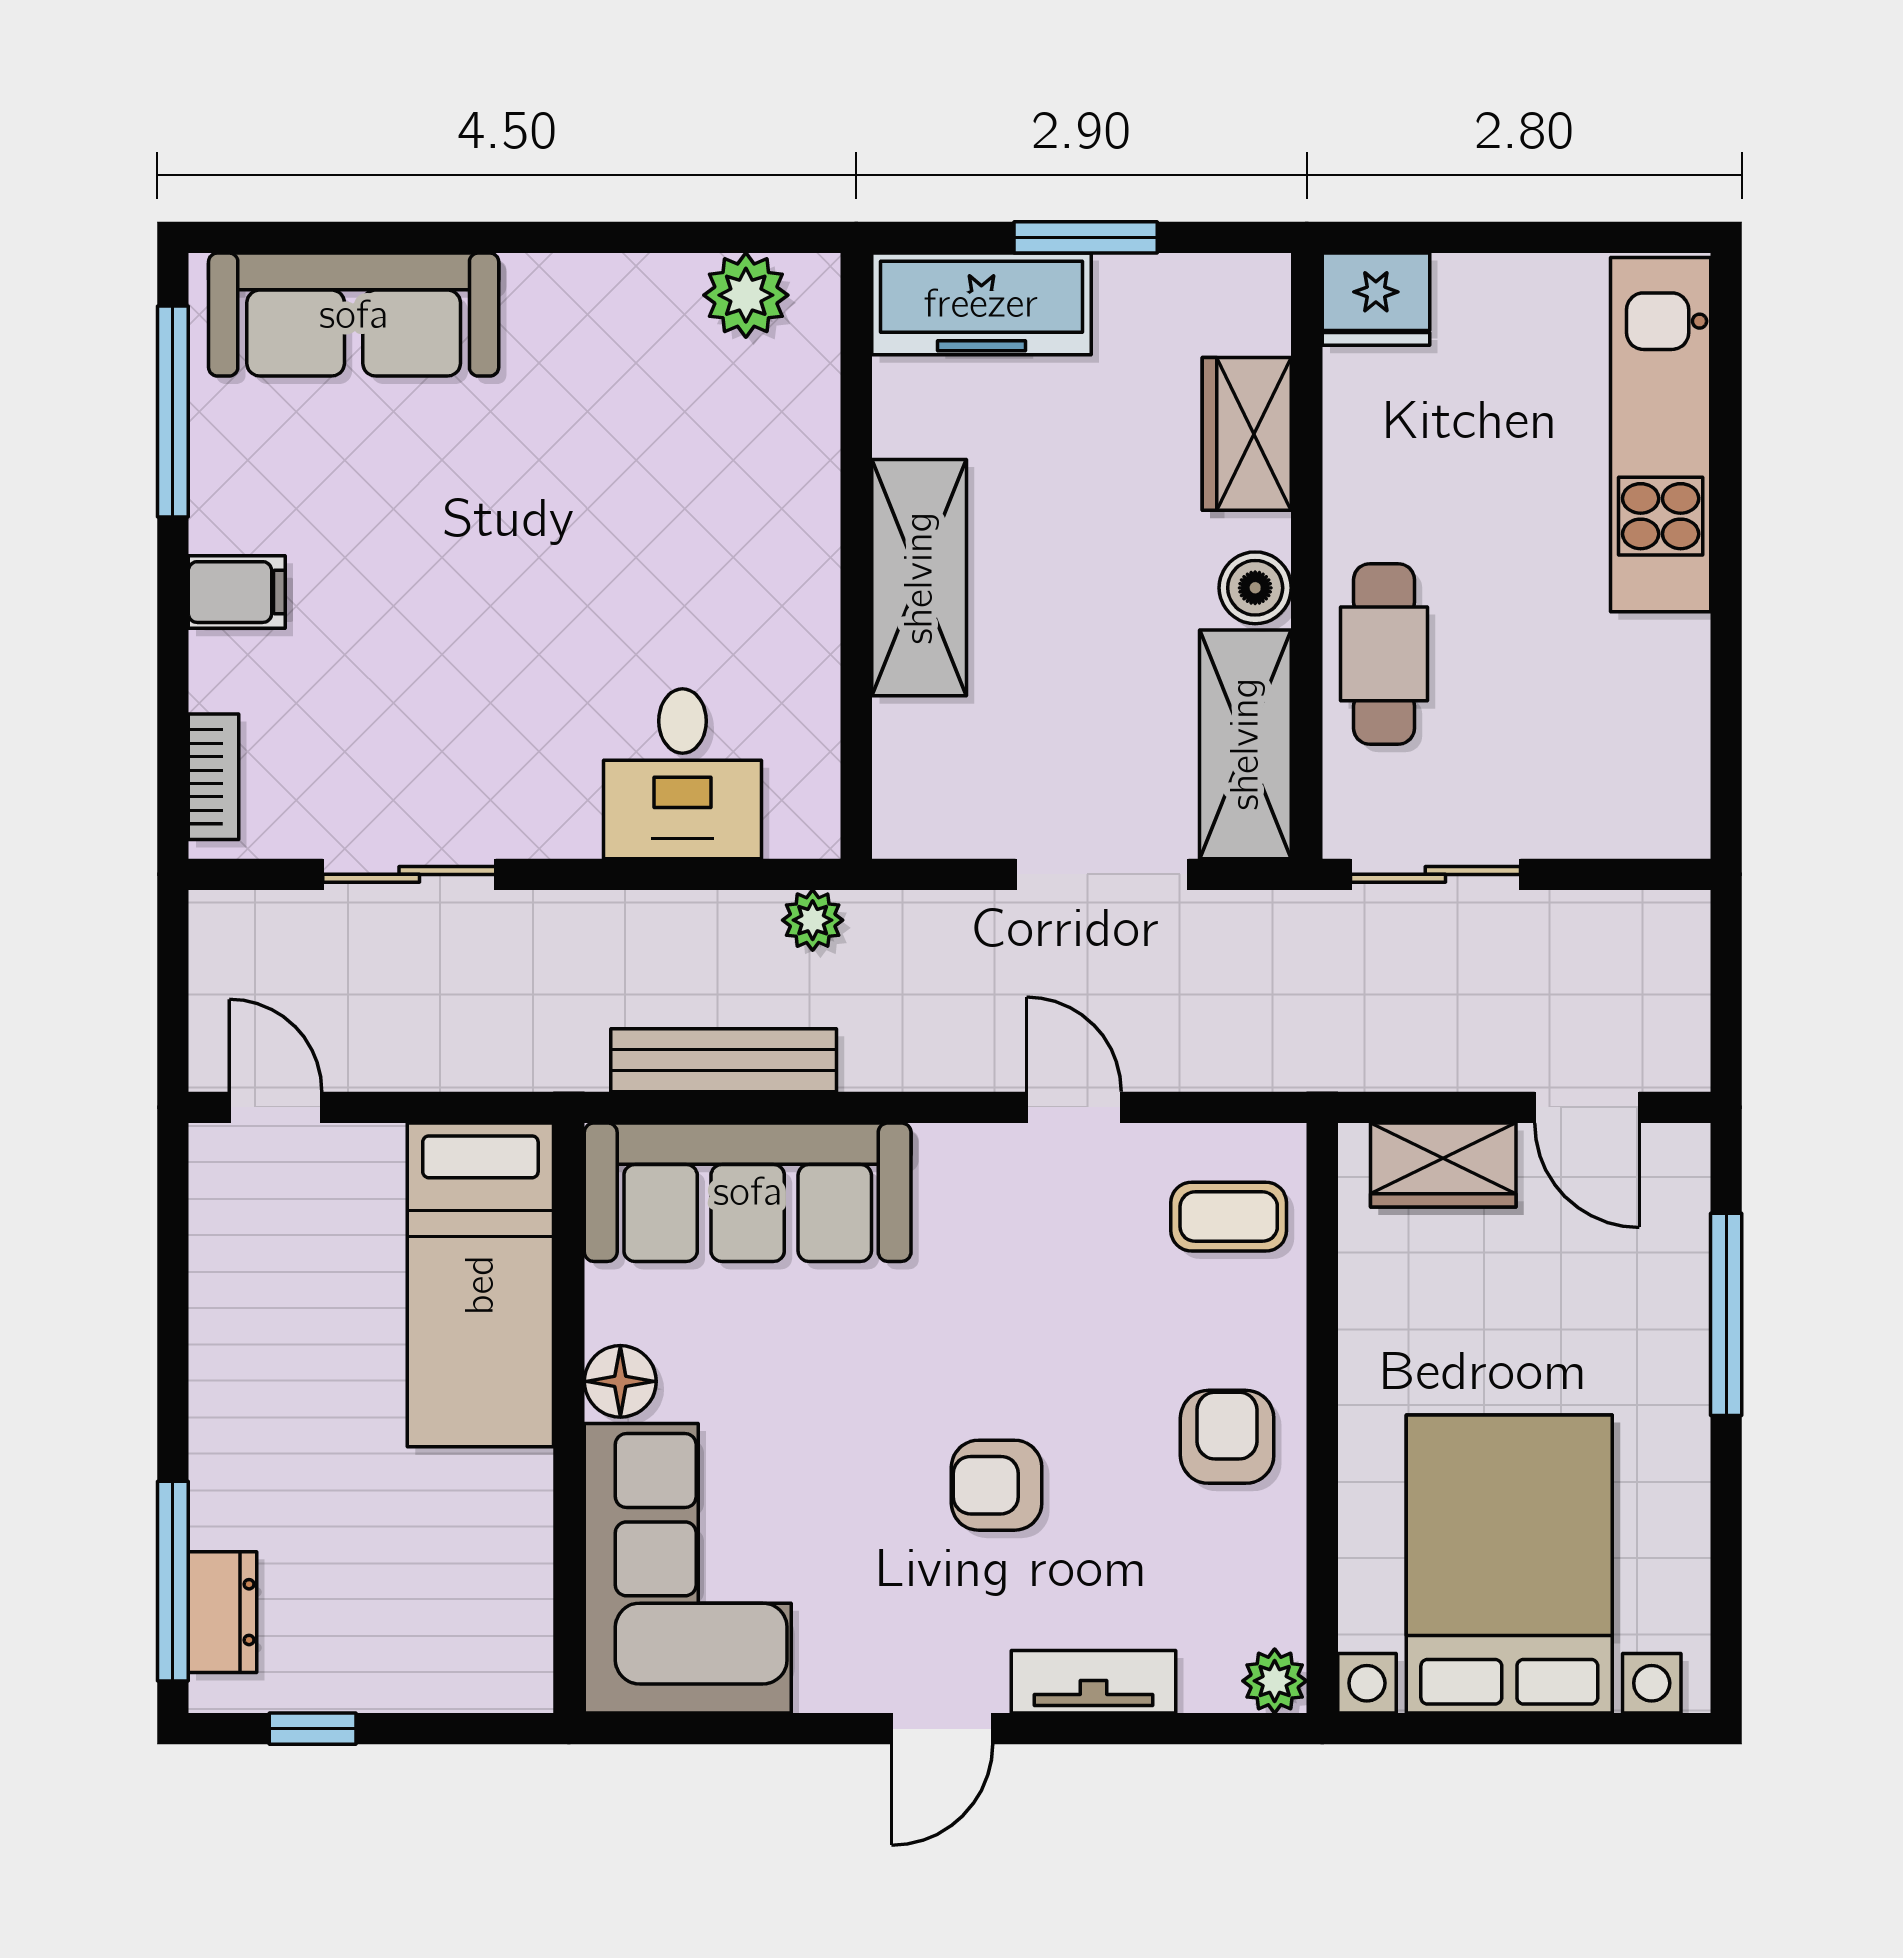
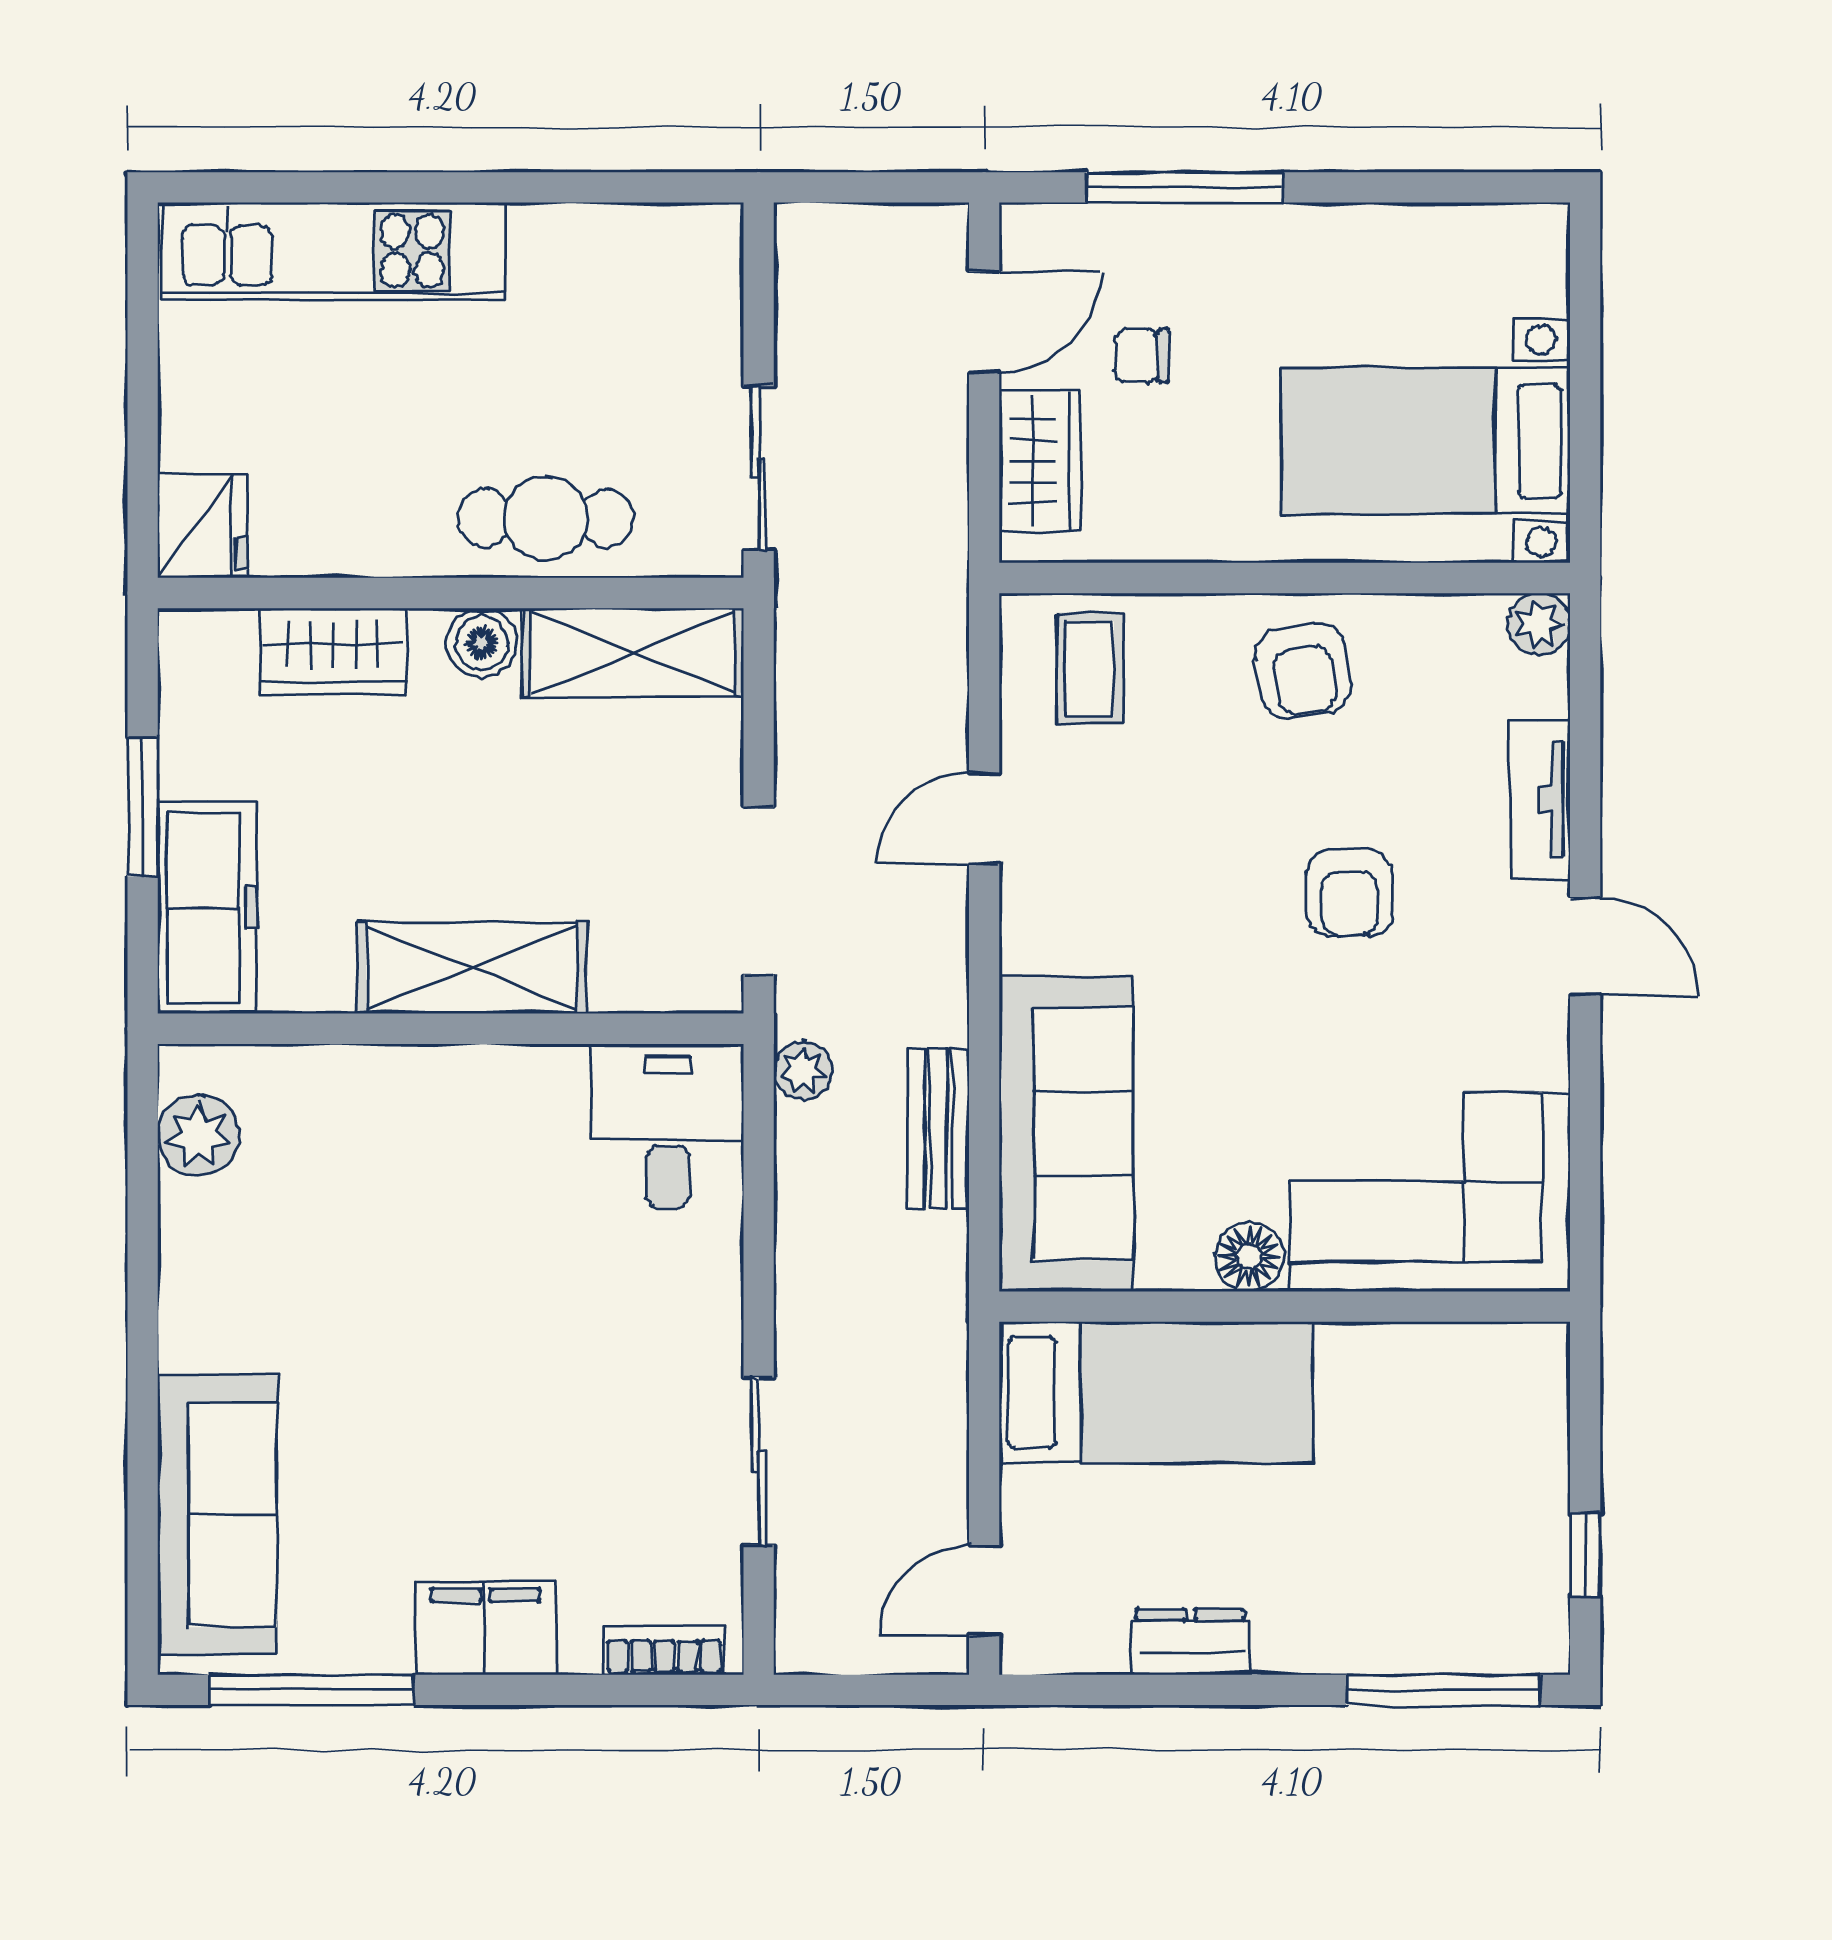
filing cabinet: (237, 592) -> (486, 1628), width x2.00
desk: (682, 774) -> (667, 1126), moved, turned -90
doorway: (1102, 874) -> (759, 891), moved
bench: (724, 1060) -> (938, 1128), width x0.73
chair: (1552, 1270) -> (1142, 356), added
armchair: (1227, 1437) -> (1303, 670), turned -100
bed with nightstands: (1509, 1564) -> (1426, 441), width x0.73
dresser: (222, 1612) -> (1190, 1642), moved

